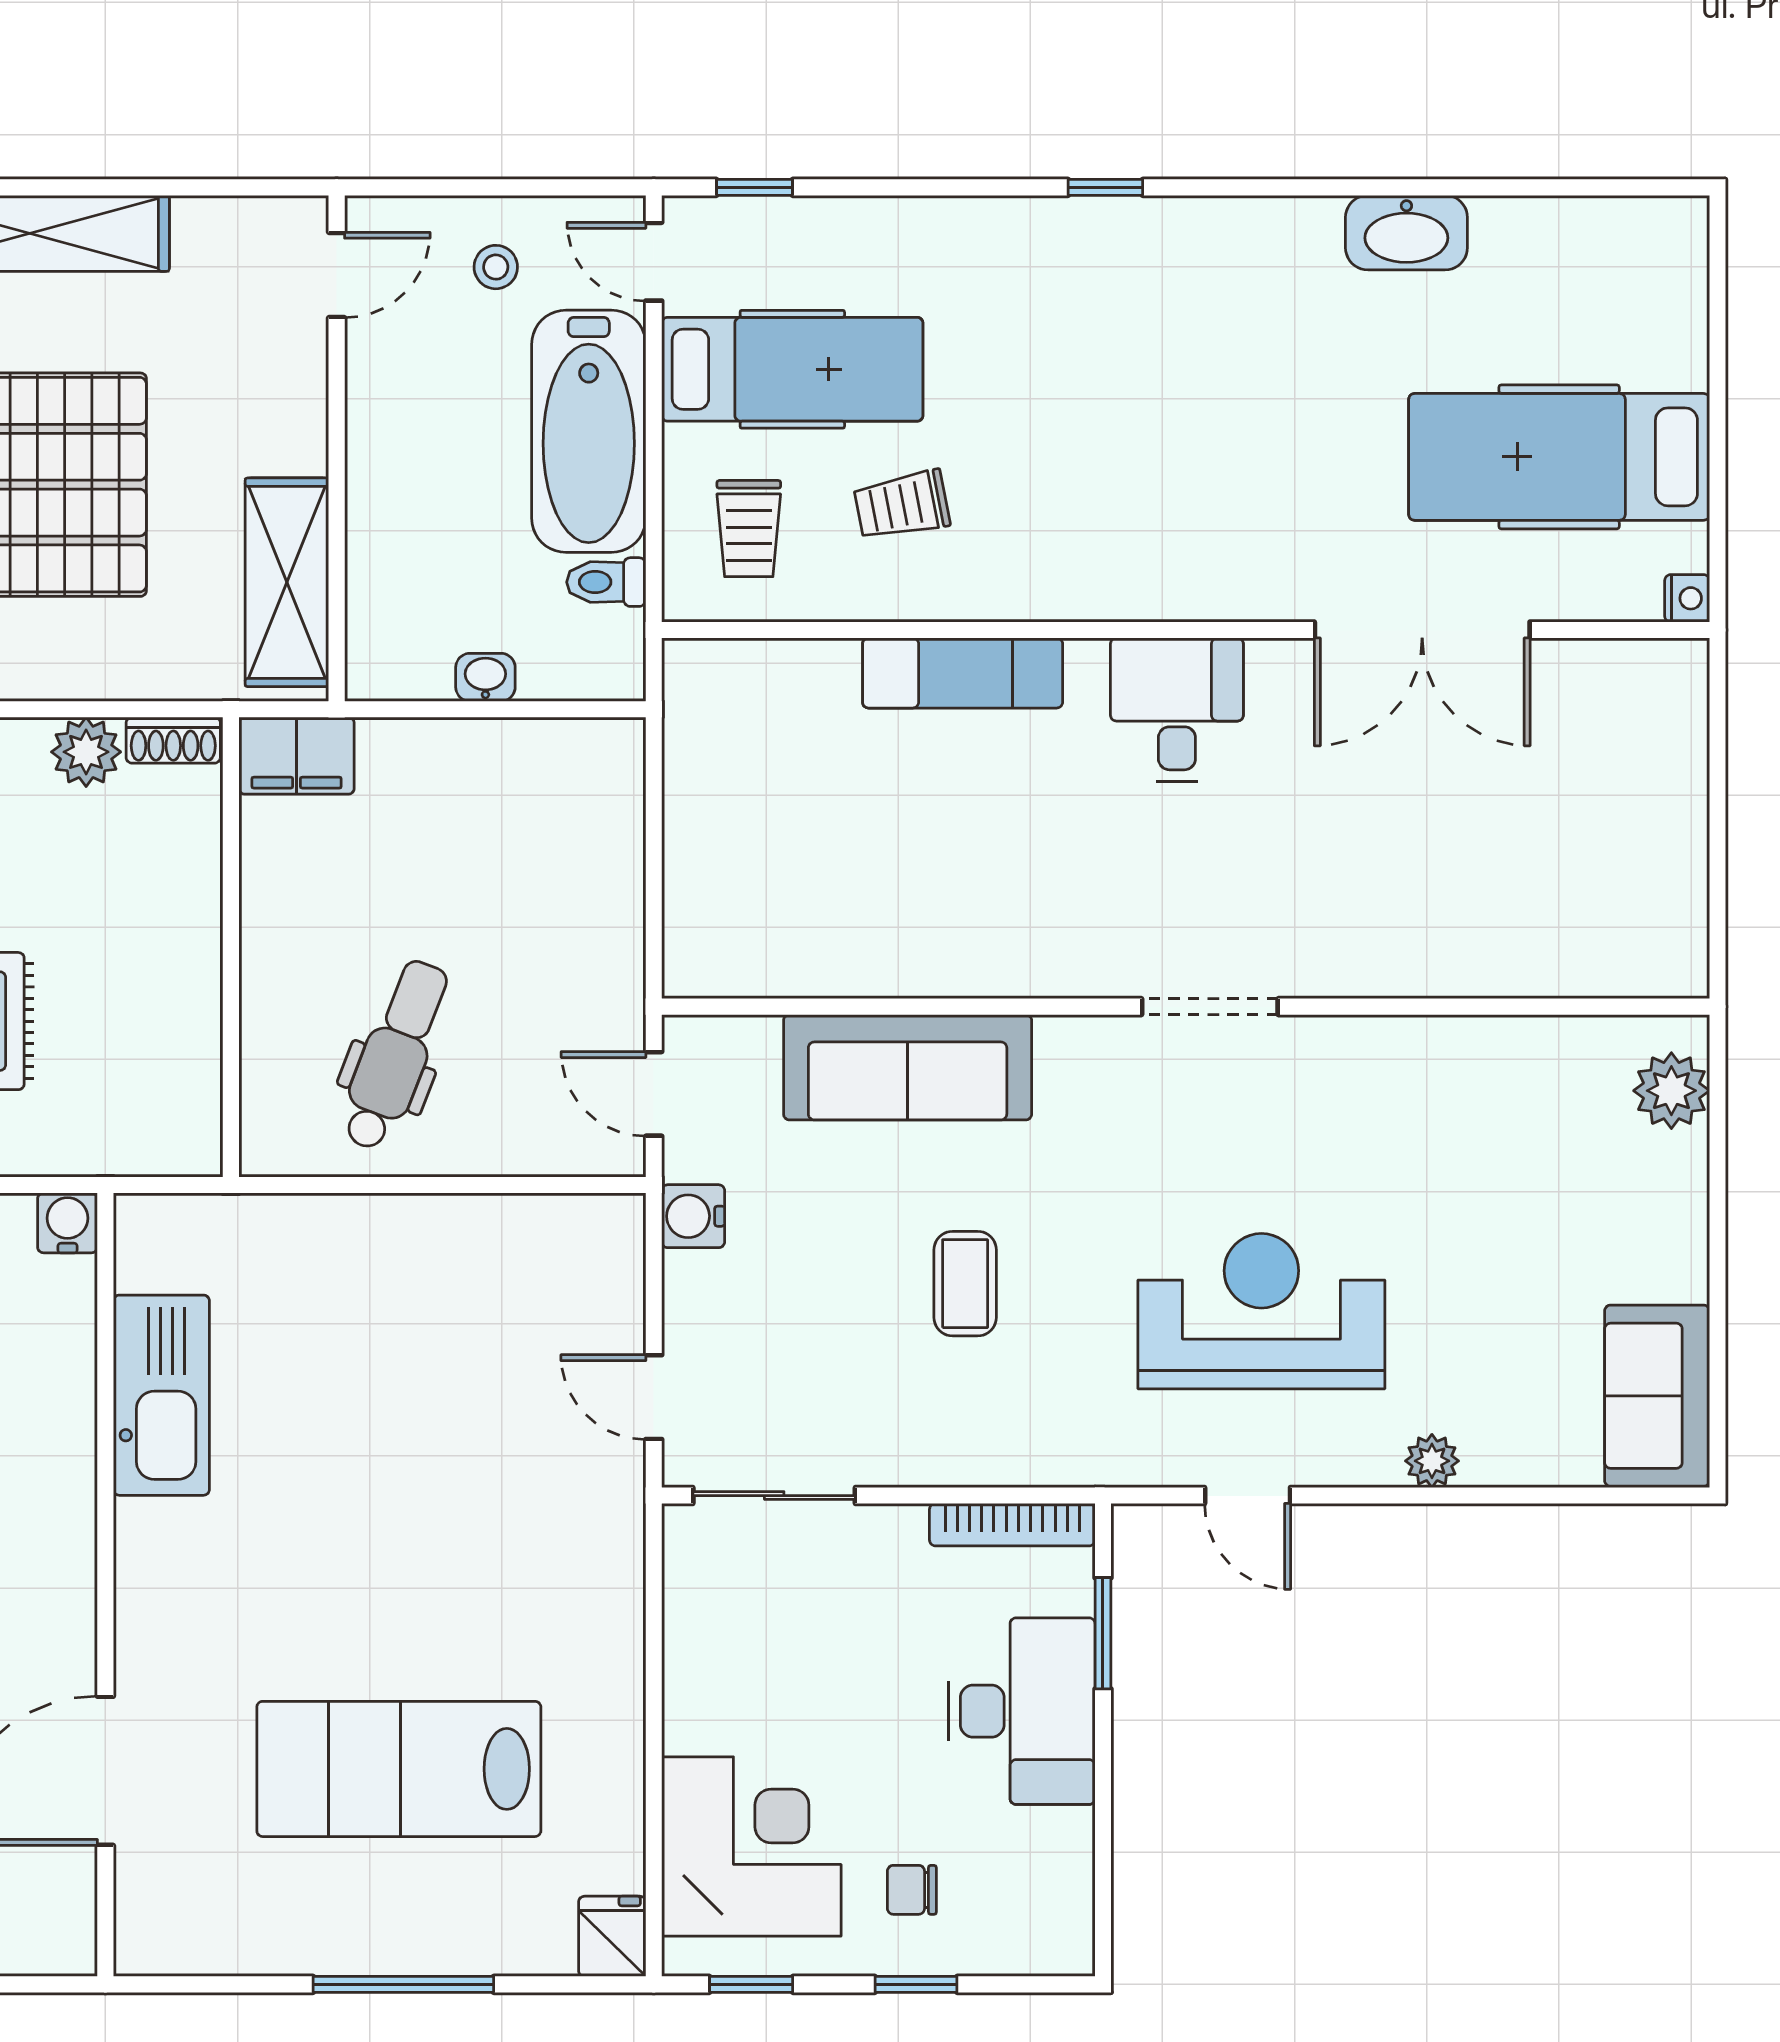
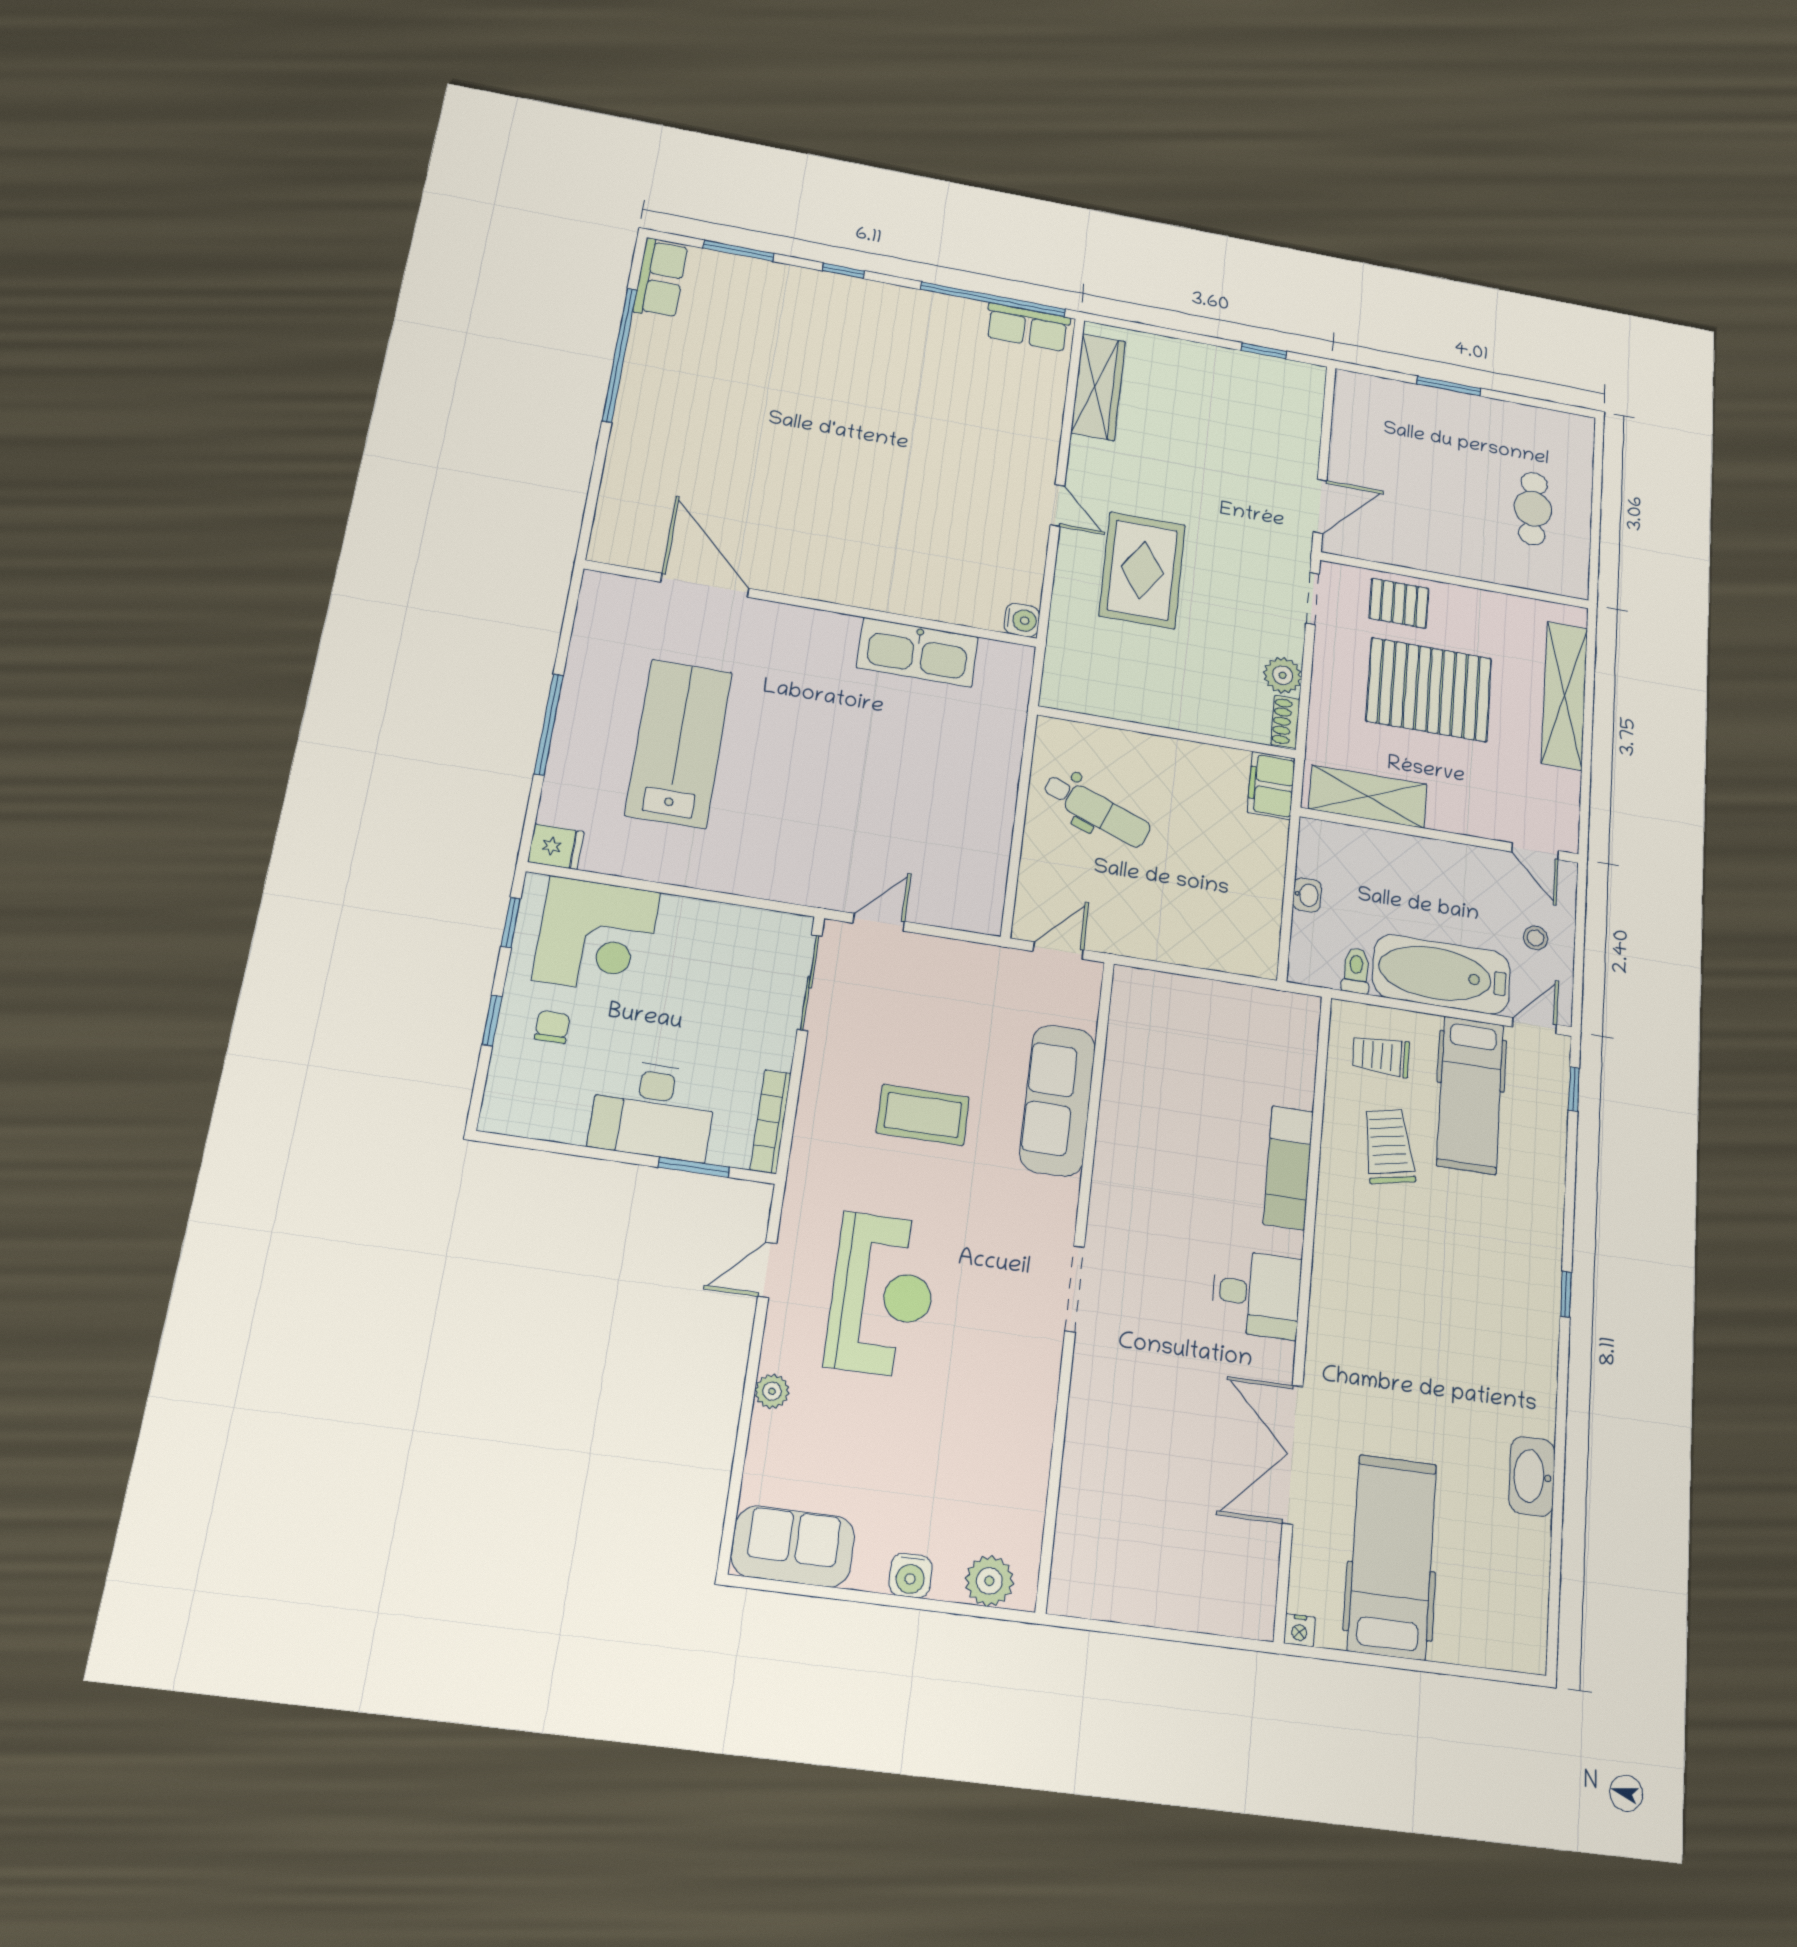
trolley: (902, 505) -> (1389, 1146), width x1.36, depth x1.39
water cooler: (693, 1216) -> (911, 1576), moved, turned 180
coffee table: (965, 1284) -> (923, 1115), width x1.36, depth x1.30

